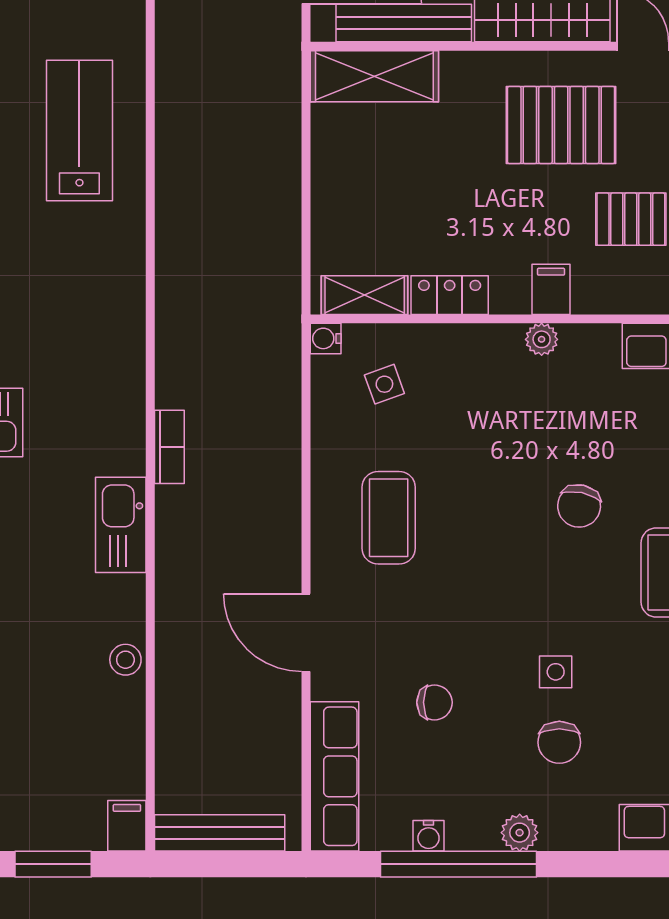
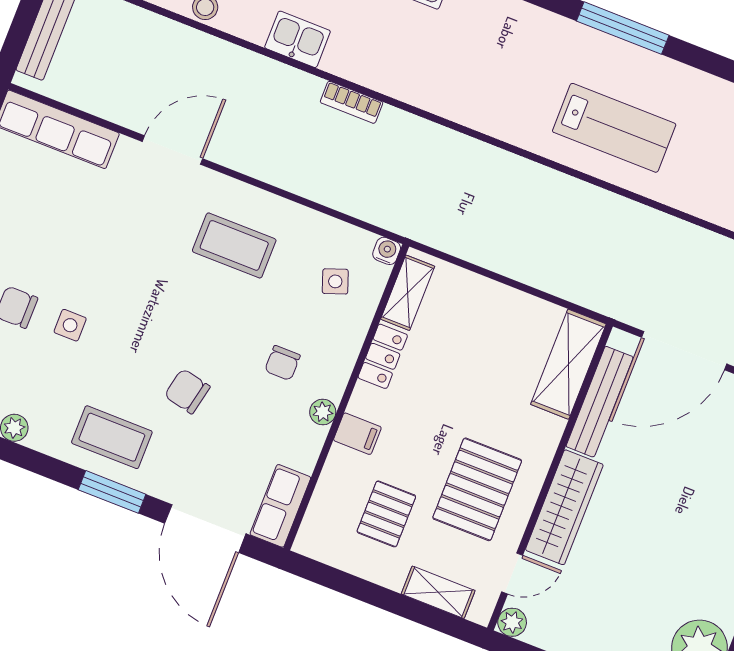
kitchen sink: (121, 525) -> (298, 39), width x0.73
chair: (435, 702) -> (282, 363), moved

